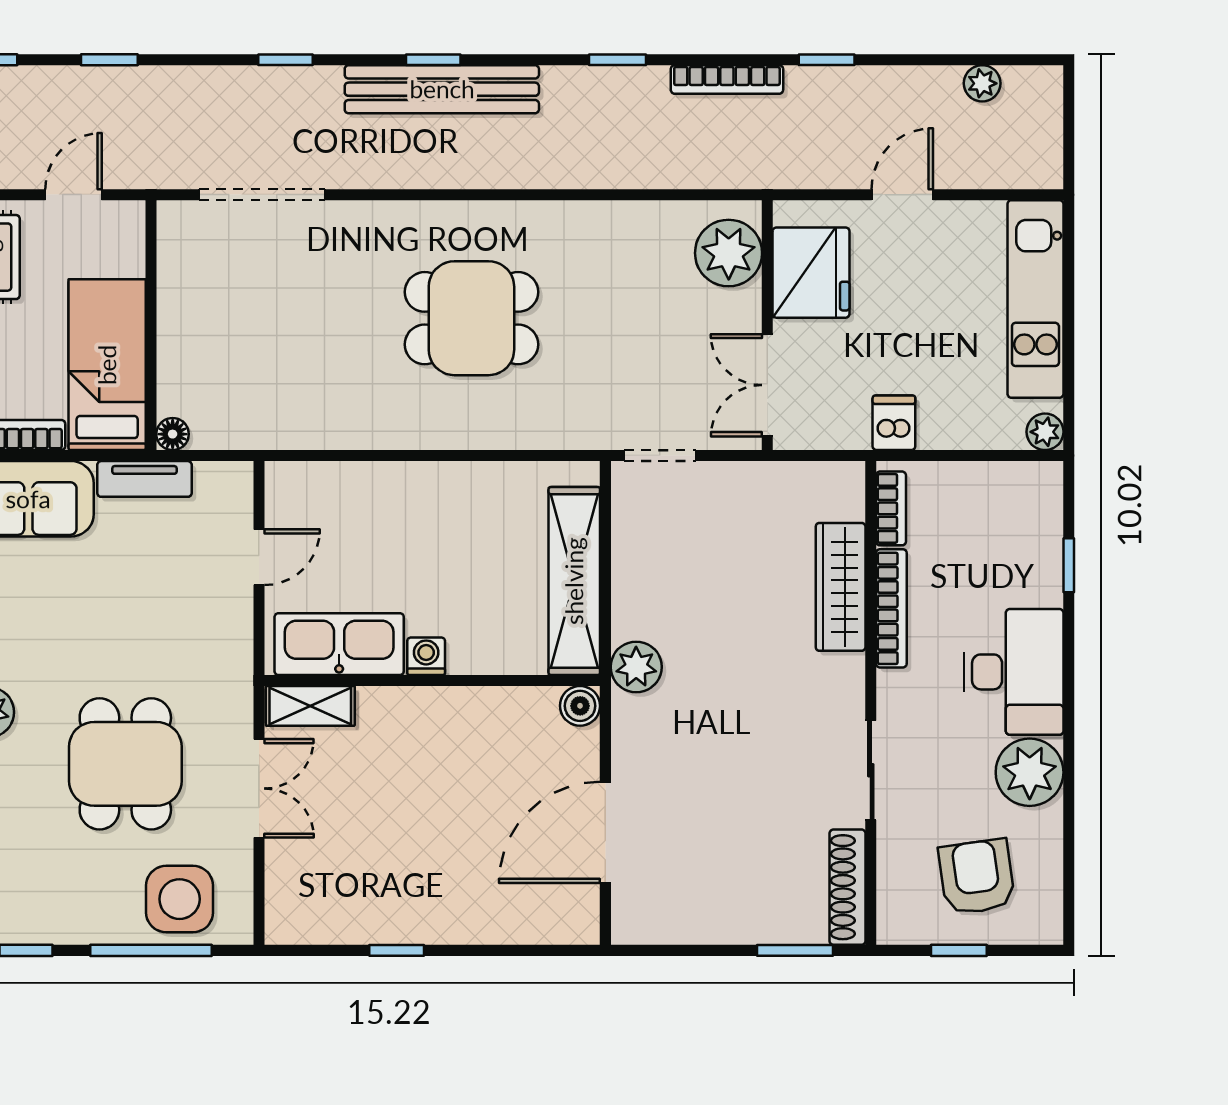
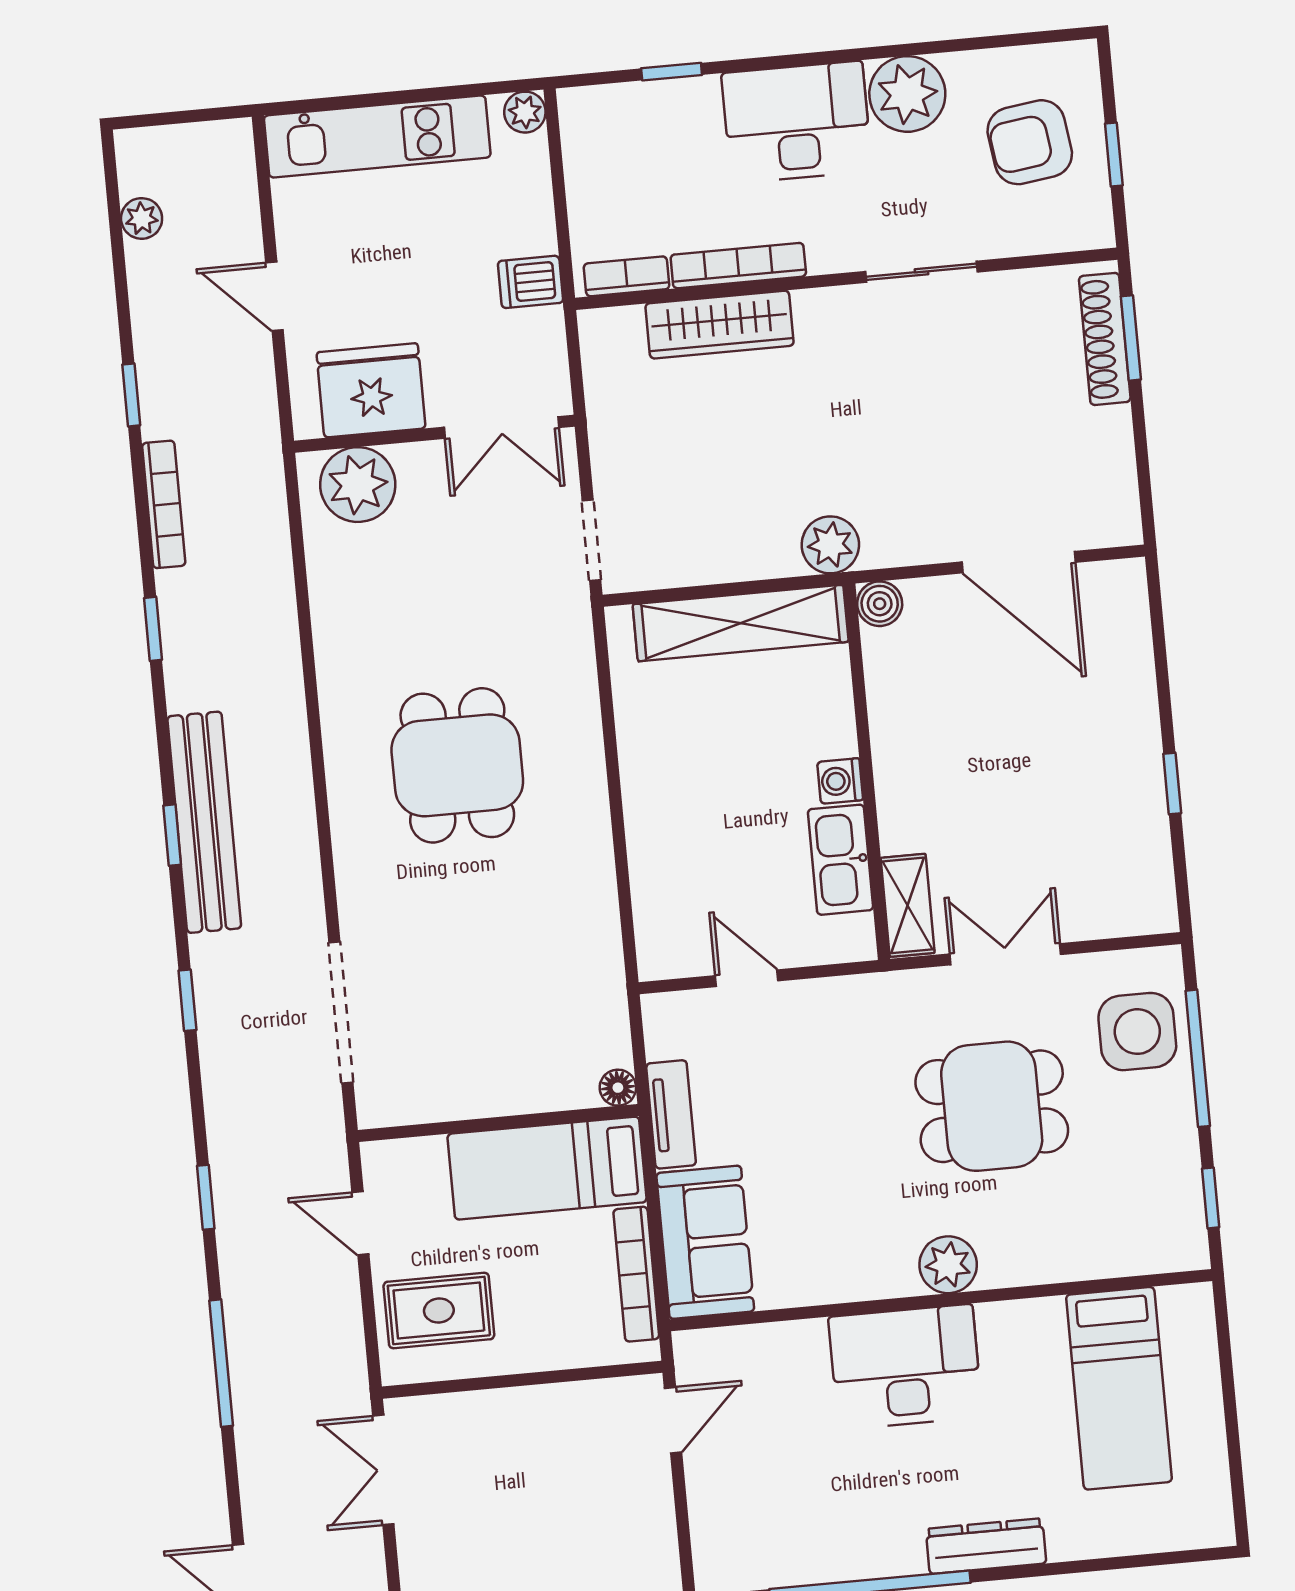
kitchen sink: (339, 644) -> (841, 860), width x0.73, depth x0.81
shoe rack: (848, 887) -> (1105, 339), moved, turned 90

